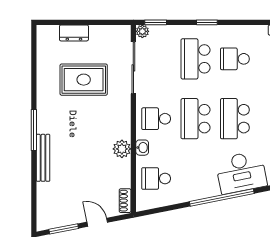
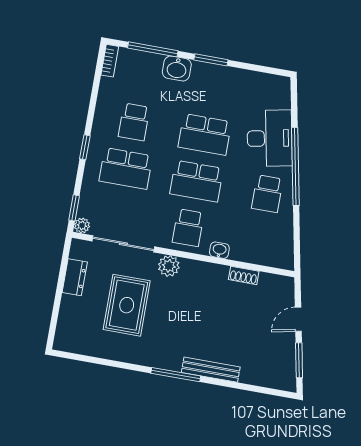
dresser: (74, 33) -> (75, 277), moved
plant: (122, 149) -> (169, 266), moved
school desk: (156, 179) -> (267, 194), moved
shoe rack: (125, 201) -> (244, 275), moved

